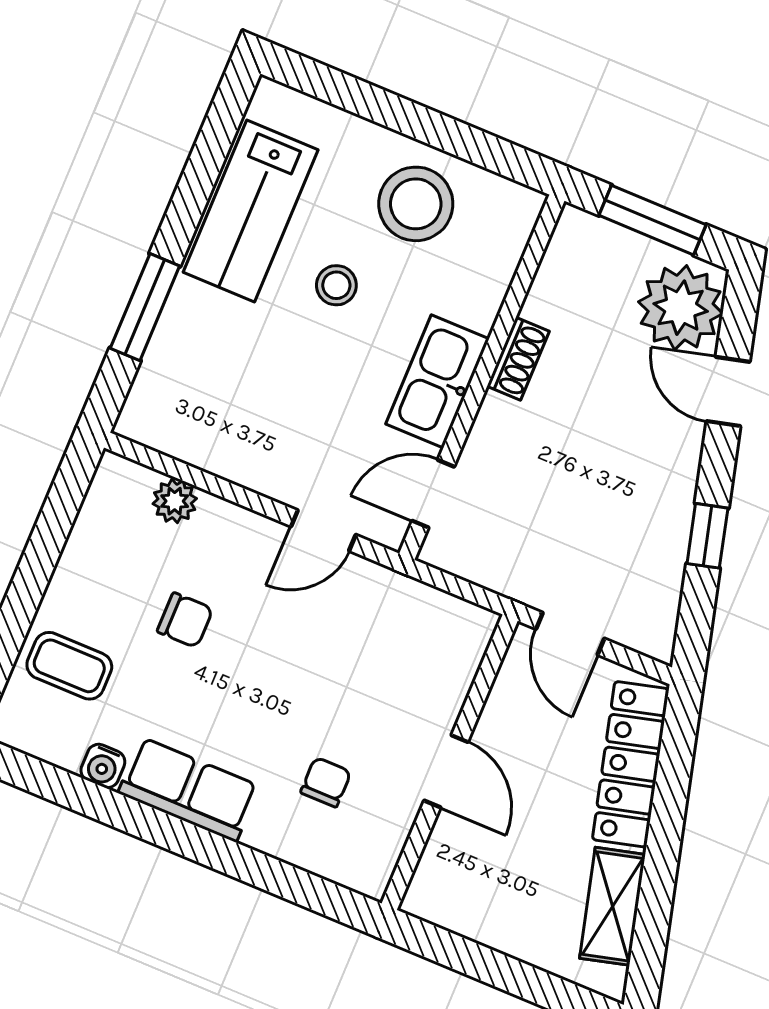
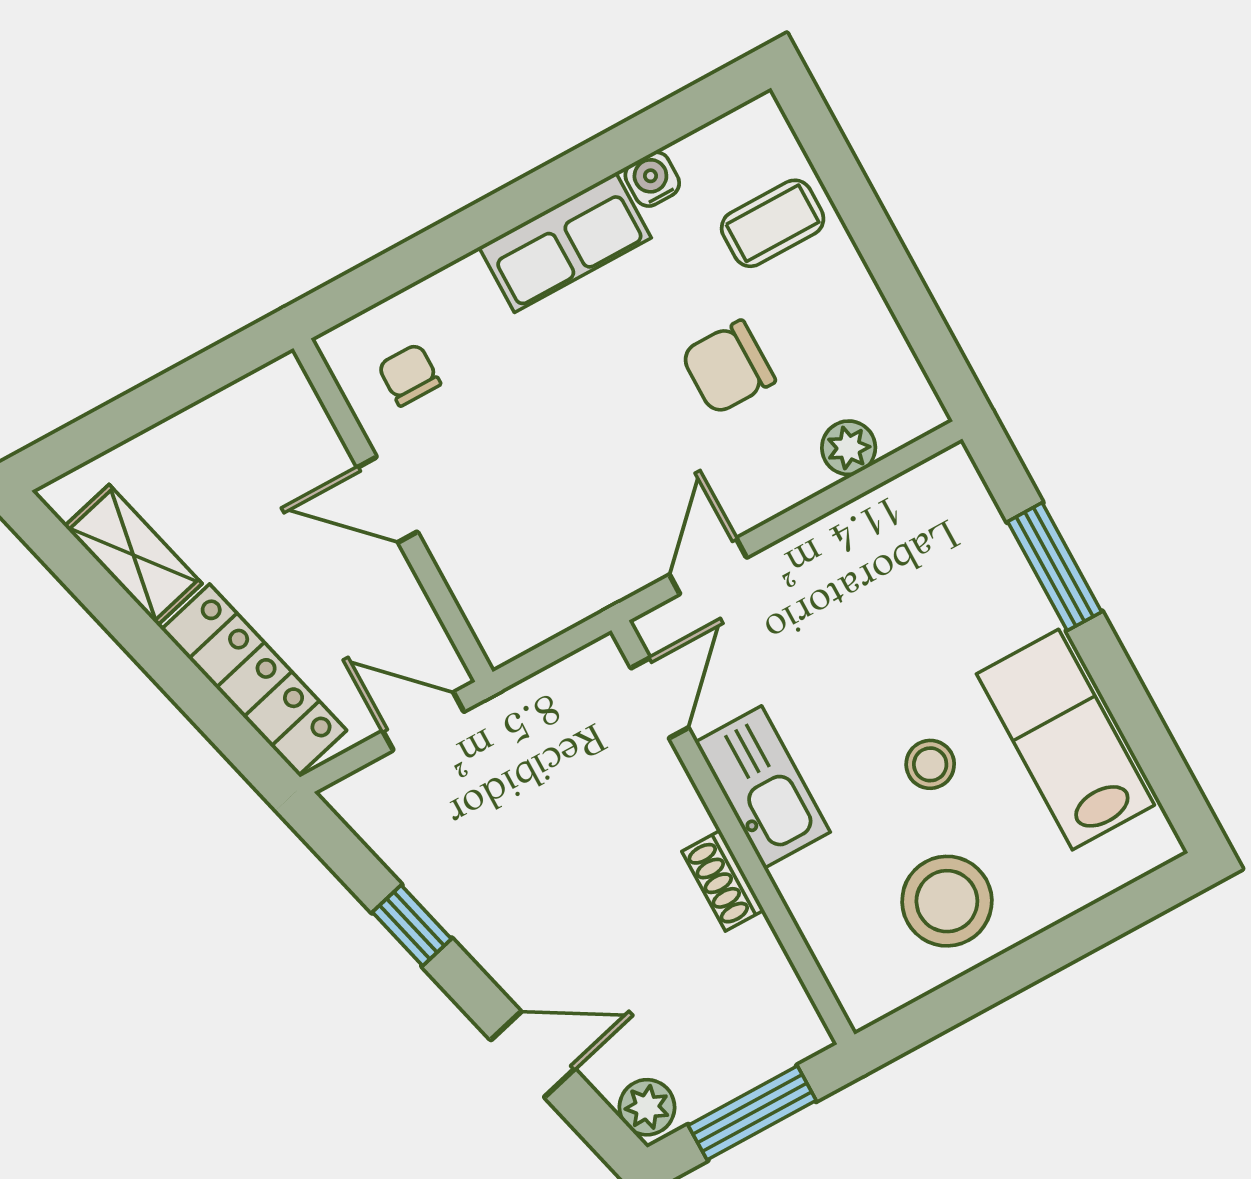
plant: (681, 308) -> (647, 1107), width x0.53, depth x0.53
chair: (185, 620) -> (728, 367), width x1.37, depth x1.37
chair: (326, 782) -> (409, 375), moved, turned 180

